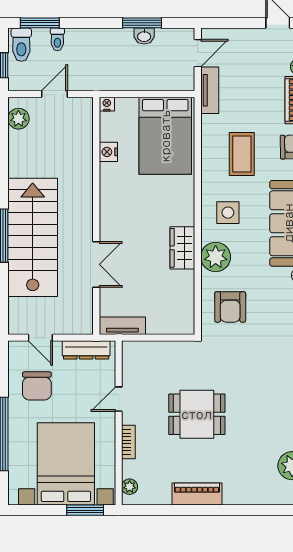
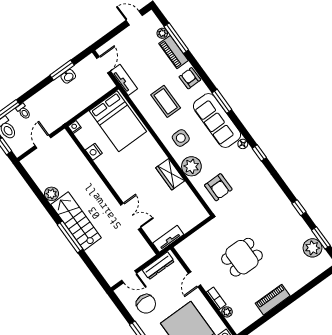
plant: (18, 119) -> (51, 194), moved
stairs: (33, 237) -> (76, 221), width x0.73, depth x0.66
plant: (130, 487) -> (227, 312), moved

